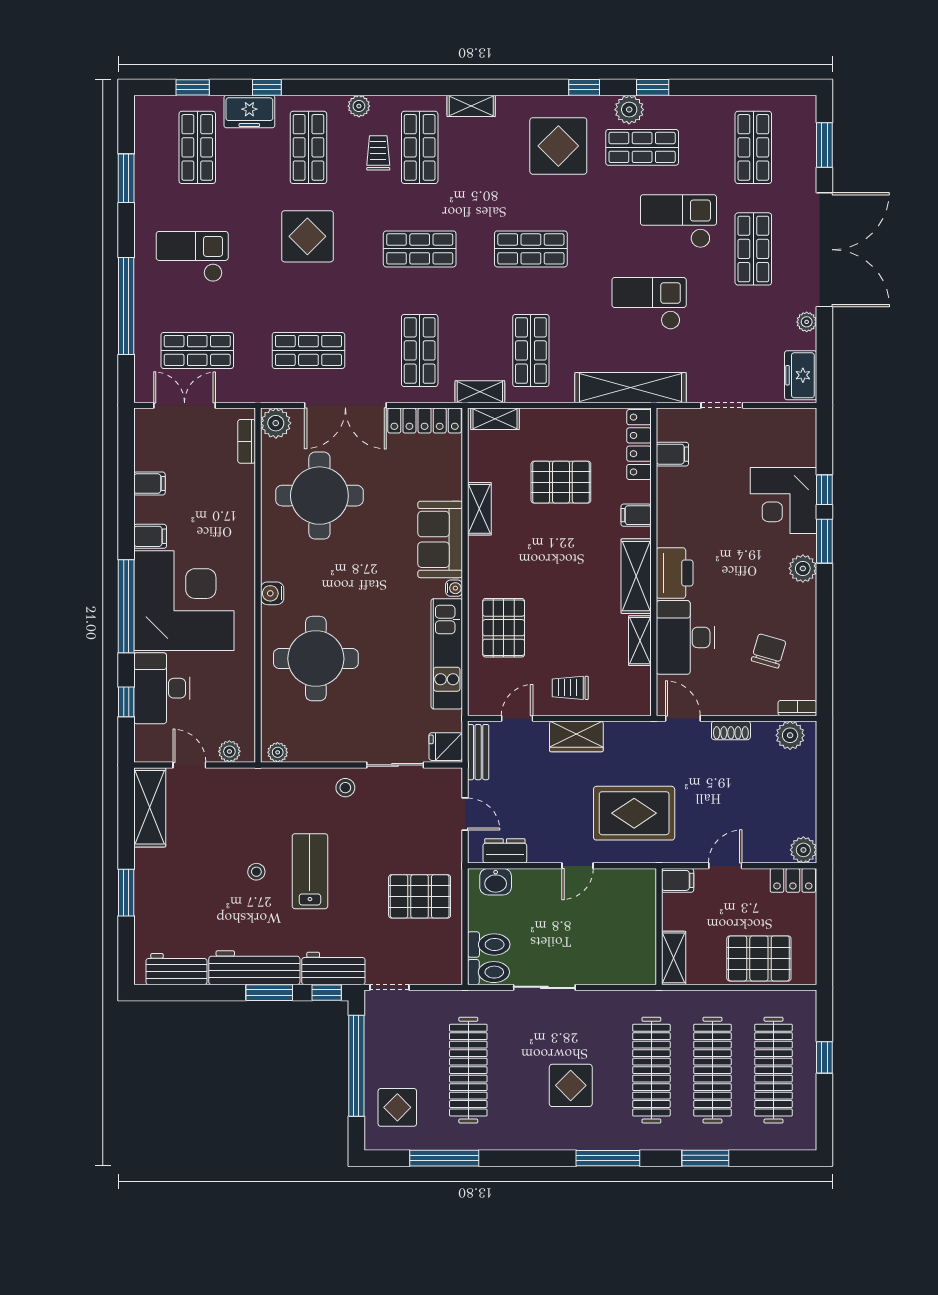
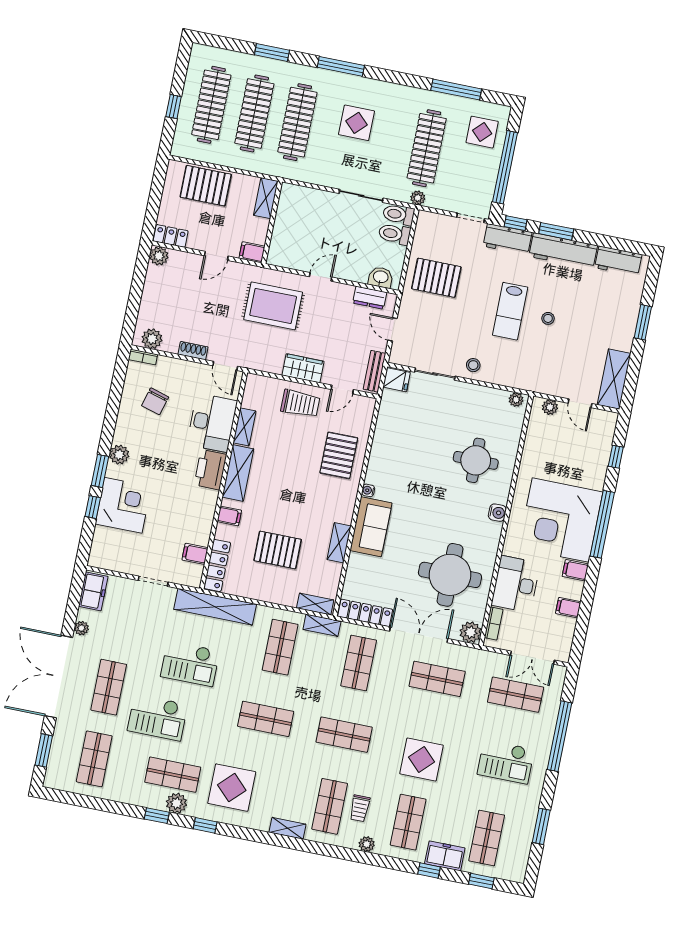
kitchen unit: (447, 654) -> (383, 445), removed
round table: (316, 659) -> (476, 460), width x0.73, depth x0.73
desk: (162, 688) -> (516, 584), moved, turned 180
trolley: (570, 688) -> (300, 404), width x1.36, depth x1.39
plant: (467, 1000) -> (418, 198), added

